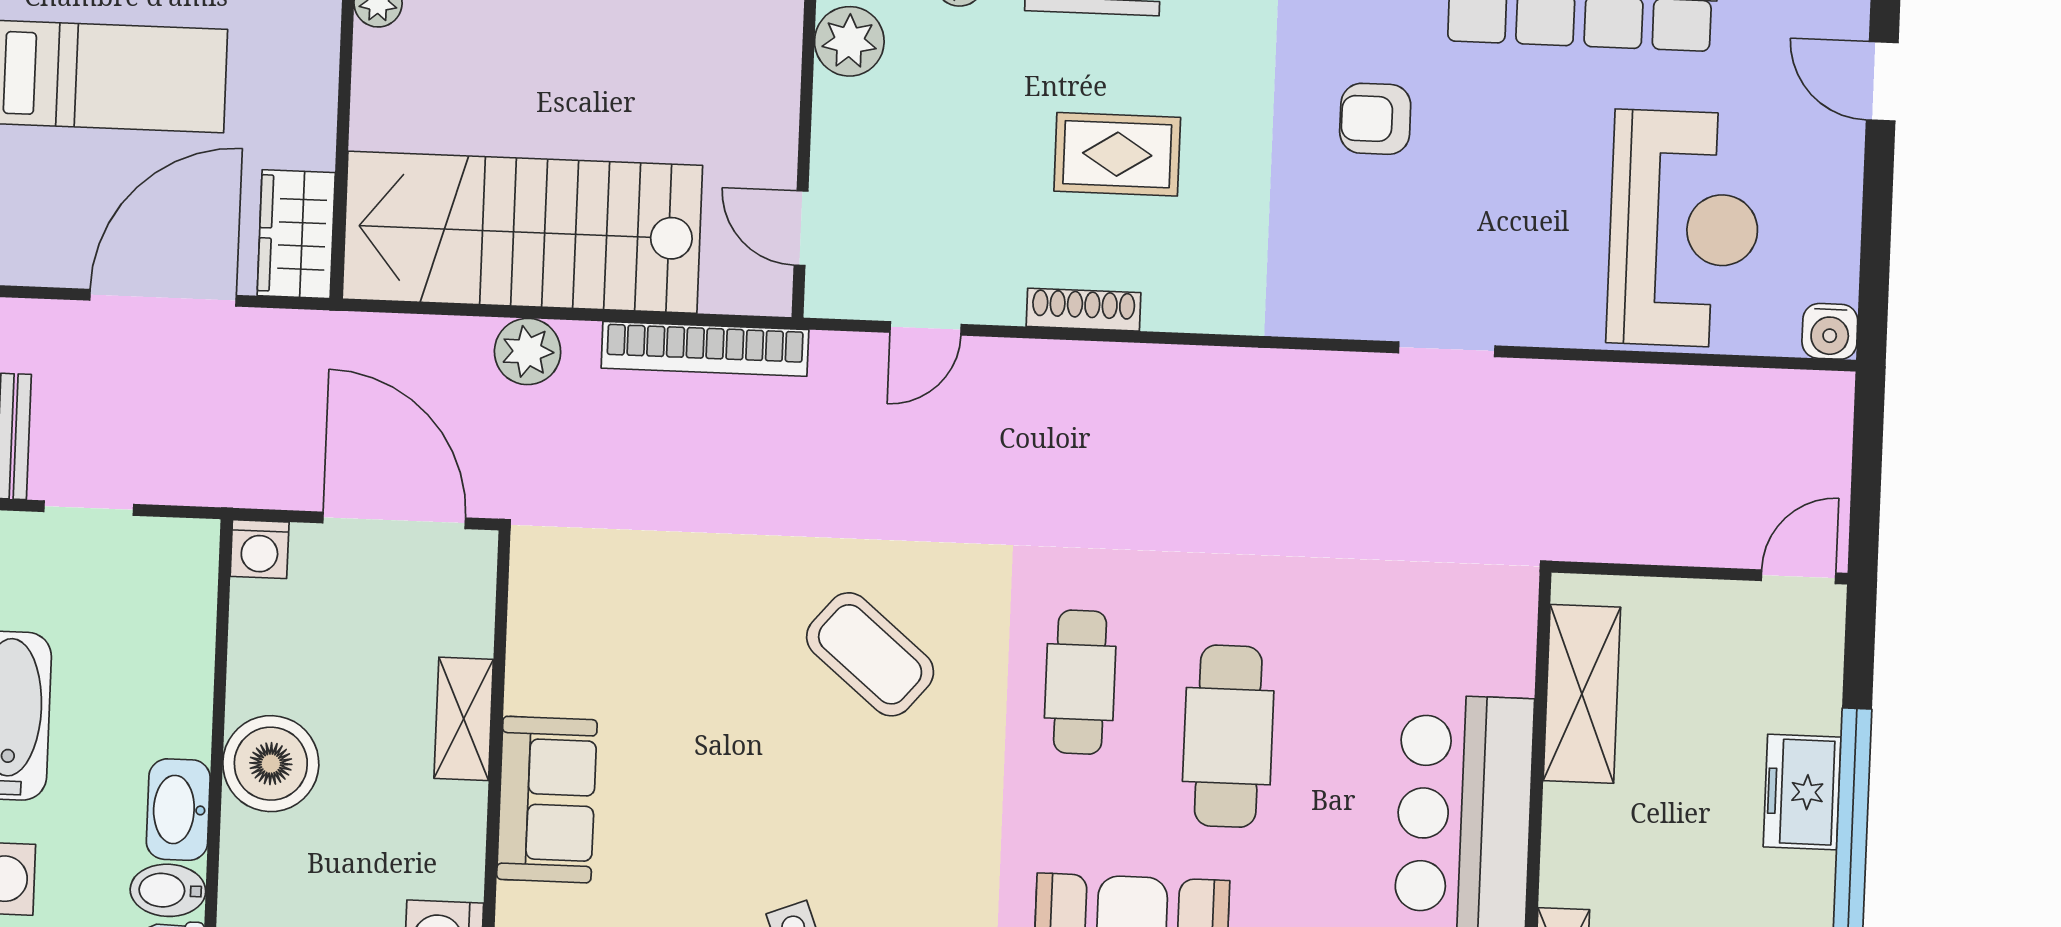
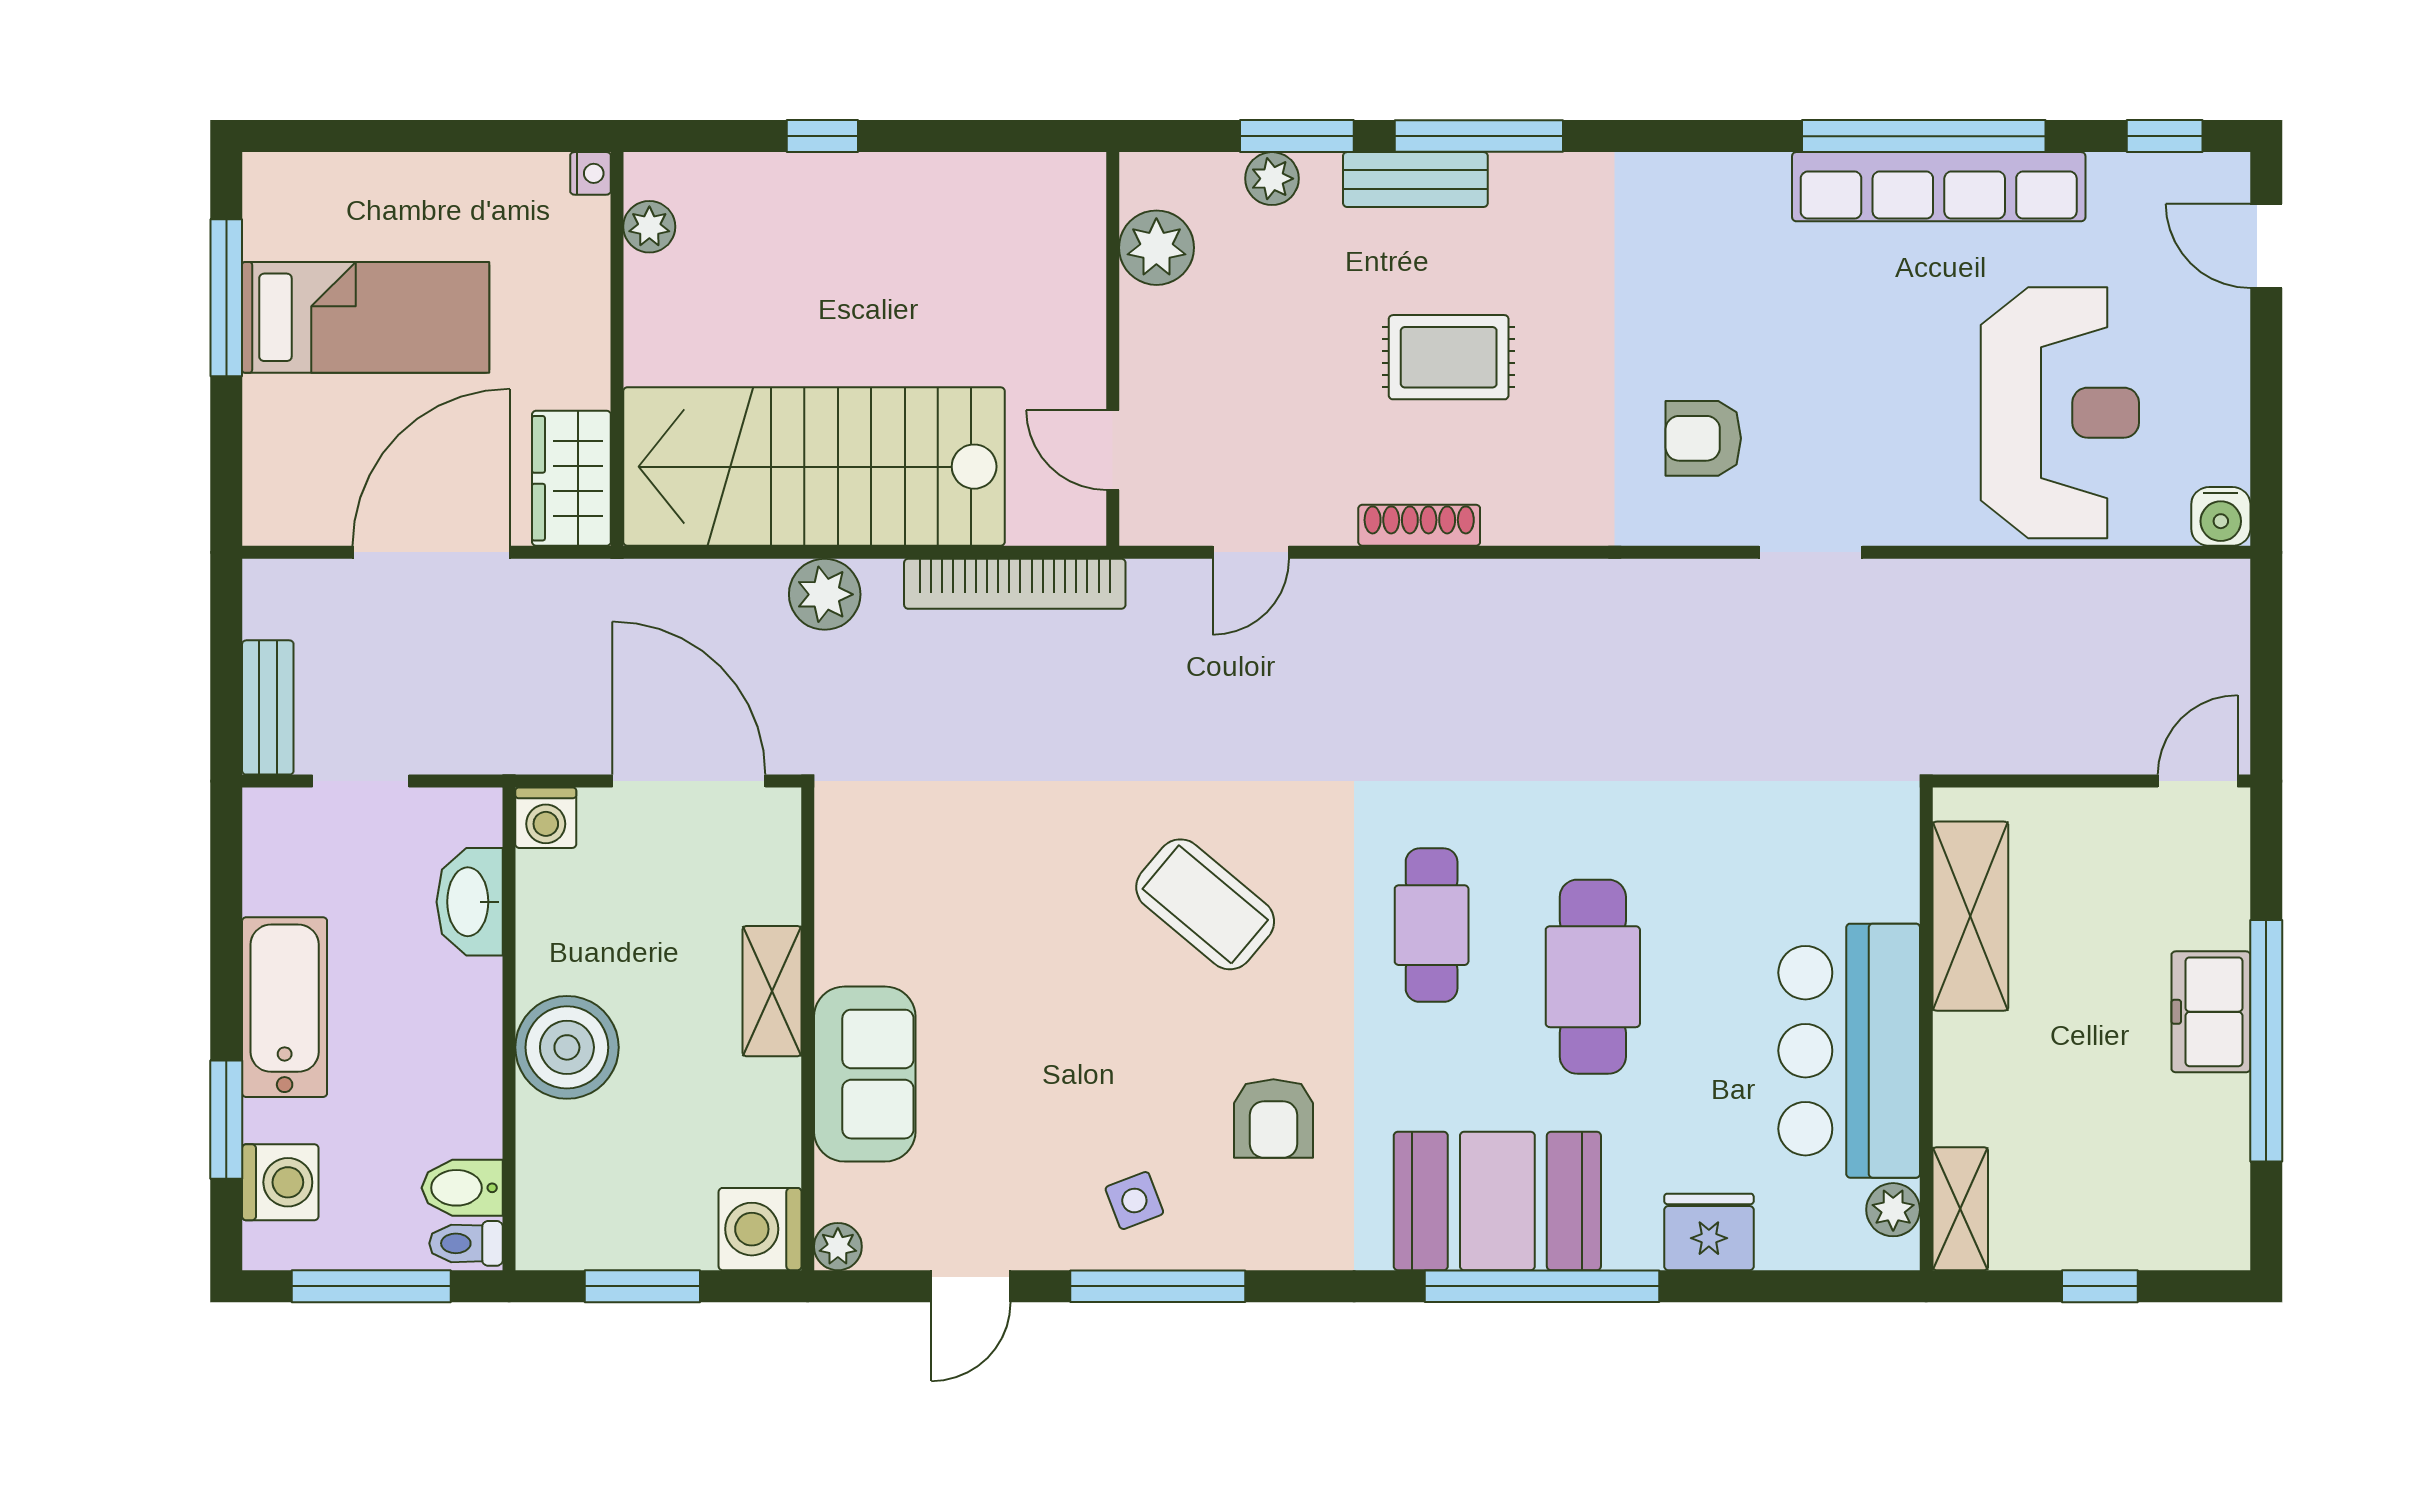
armchair: (1375, 119) -> (1703, 438), moved
washbasin: (178, 810) -> (470, 902), moved
armchair: (926, 856) -> (1273, 1119), added

